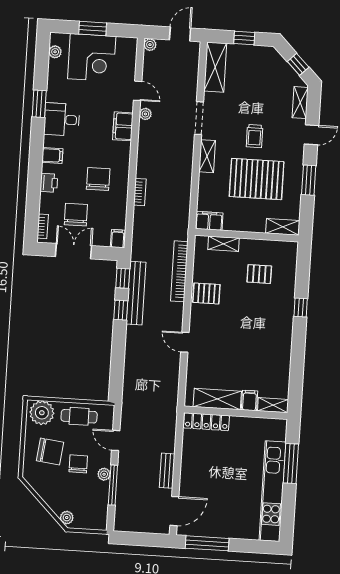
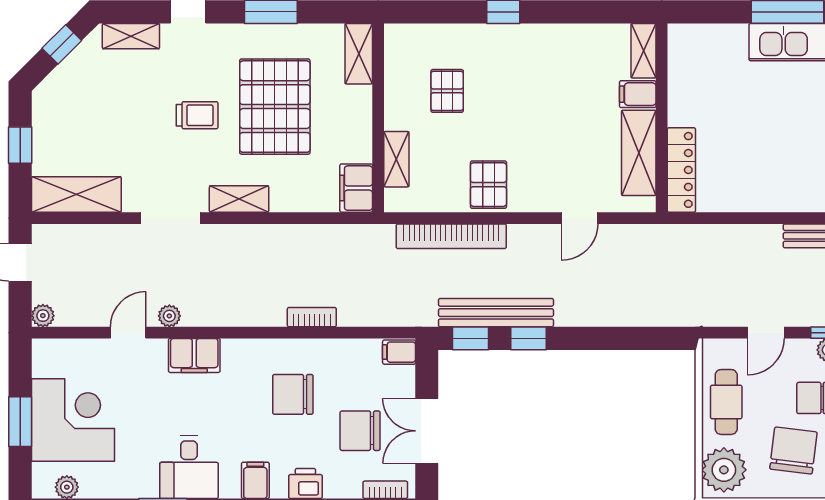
shelving: (217, 399) -> (639, 153), moved
filing cabinet: (249, 400) -> (638, 94), moved
shelving: (273, 405) -> (643, 51), moved
wall: (236, 413) -> (662, 118), moved
locker: (206, 422) -> (681, 170), moved

